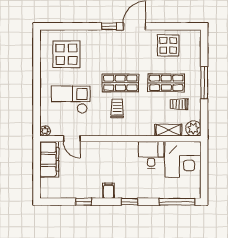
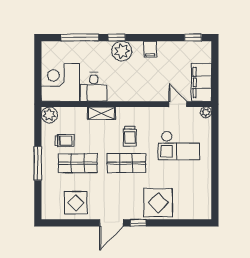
display table: (66, 54) -> (158, 203), moved
shelving: (168, 130) -> (101, 113), moved
plant: (125, 189) -> (122, 51), added
filing cabinet: (108, 191) -> (150, 49), moved
window: (84, 202) -> (193, 38), moved
window: (177, 202) -> (80, 38), moved

